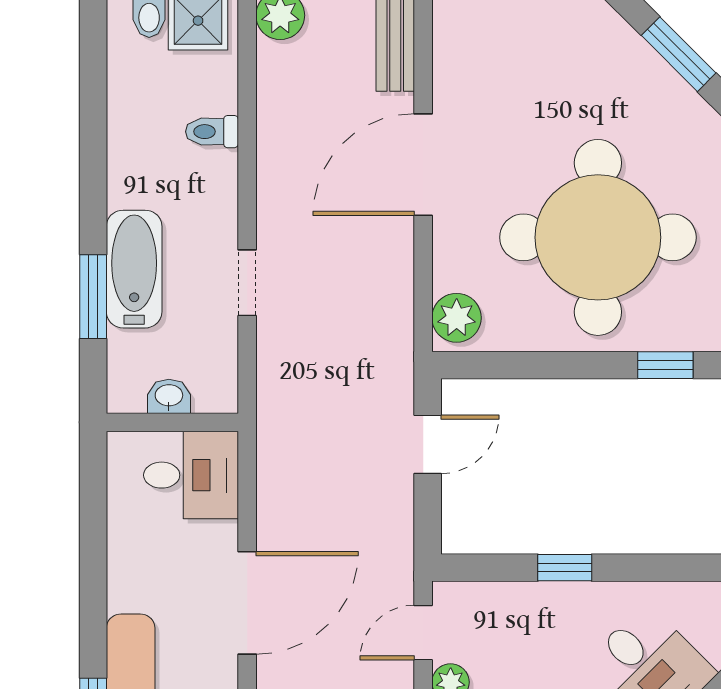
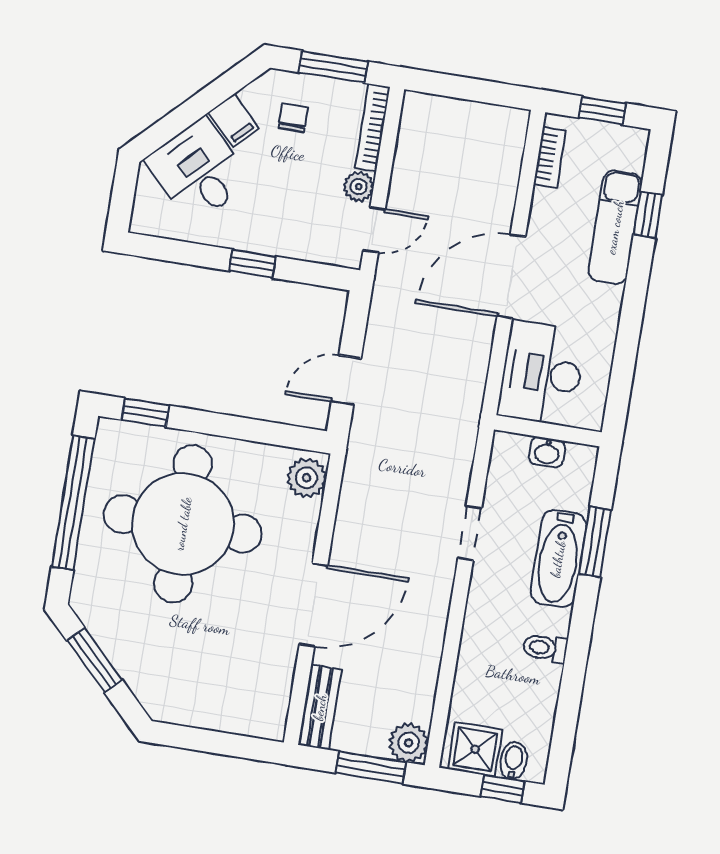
toilet: (212, 132) -> (545, 648), moved, turned 180
desk: (191, 475) -> (542, 373), width x1.37

